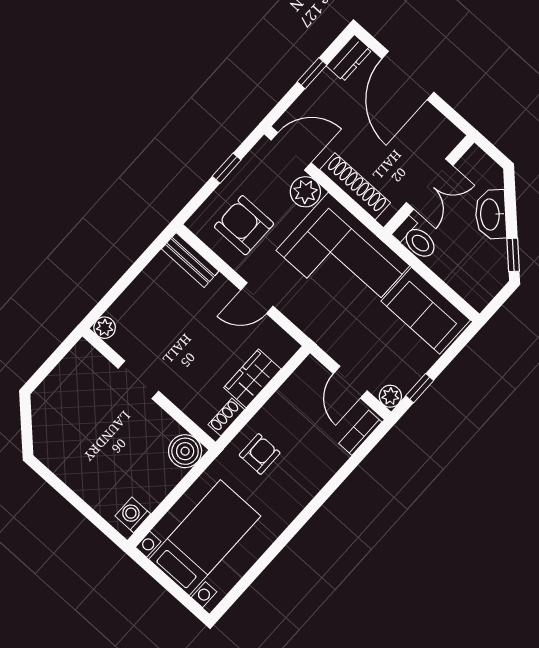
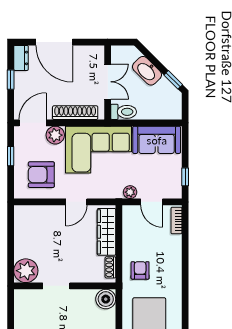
bench: (190, 260) -> (31, 212), removed
plant: (105, 328) -> (26, 271), width x1.88, depth x1.88
wardrobe: (252, 378) -> (107, 232), width x1.50
plant: (390, 396) -> (130, 192), moved

